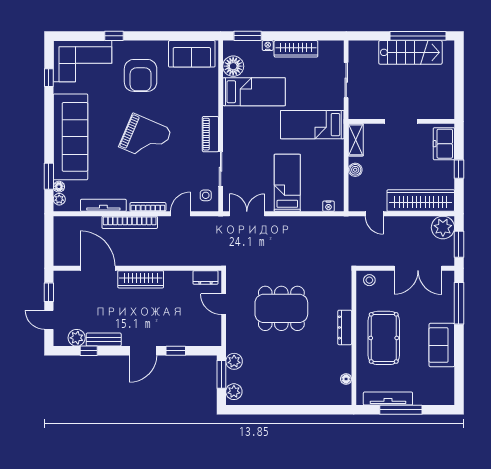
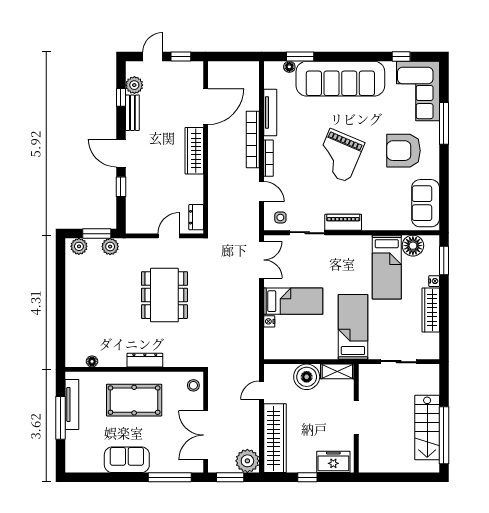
window: (114, 36) -> (444, 123), width x2.17
boiler: (355, 170) -> (307, 377), width x1.86, depth x1.86
plant: (59, 199) -> (276, 67), removed
nightstand: (328, 206) -> (269, 321), moved

